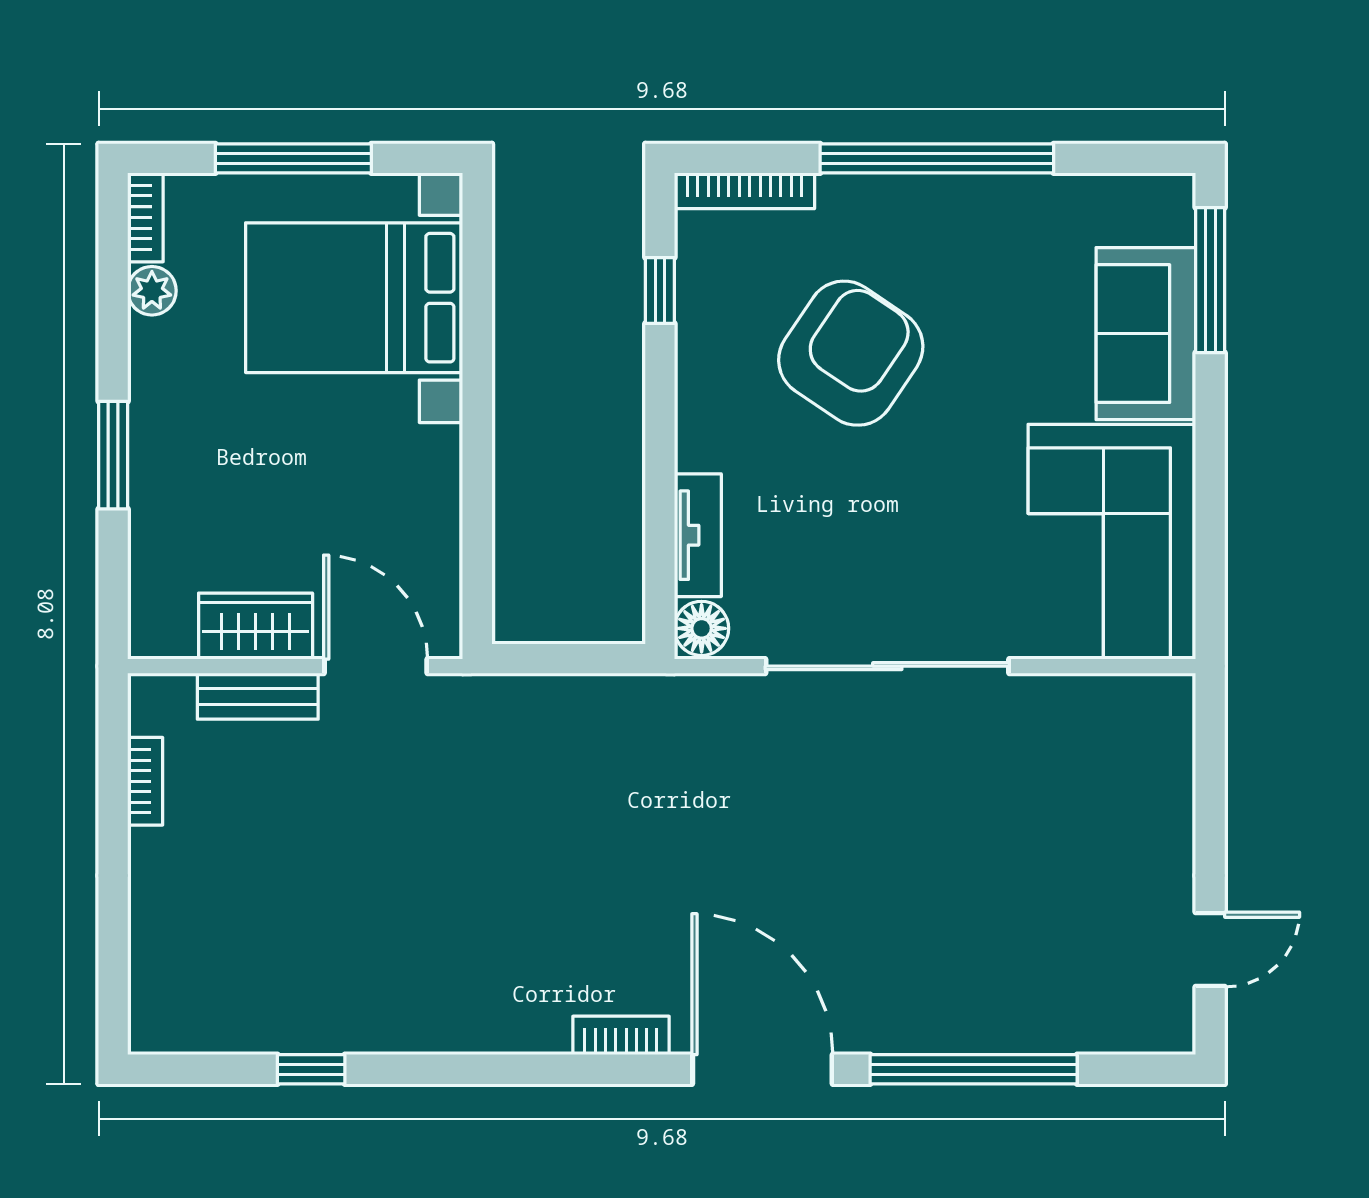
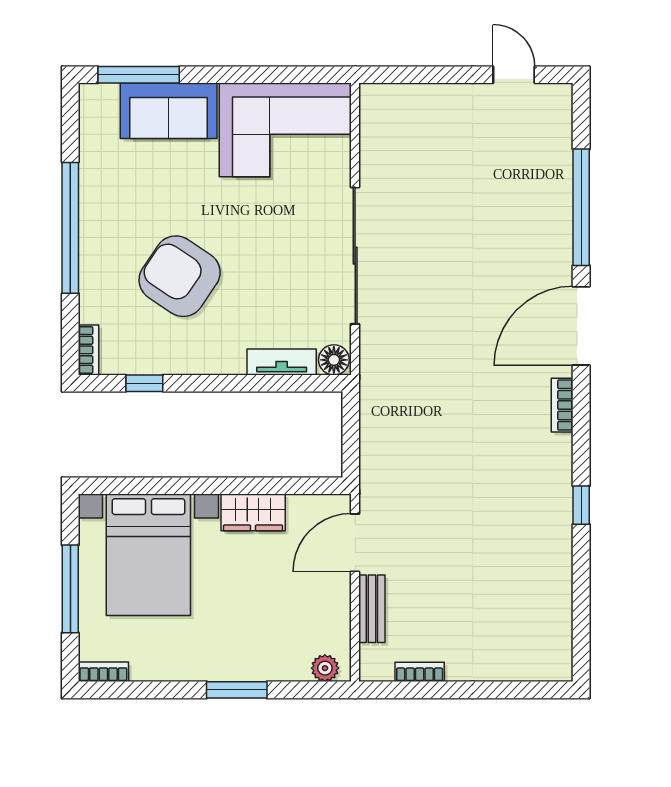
bookcase: (745, 191) -> (89, 350), width x0.64
plant: (152, 291) -> (325, 668), moved
wardrobe: (256, 626) -> (253, 512), moved, turned -90
window: (311, 1069) -> (581, 505), moved

